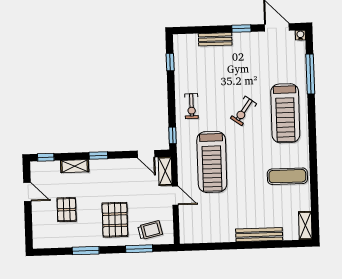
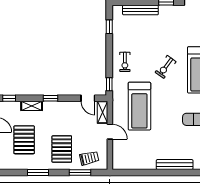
bench: (215, 39) -> (140, 10), width x1.36
pallet: (67, 210) -> (24, 140), width x1.50, depth x1.42

